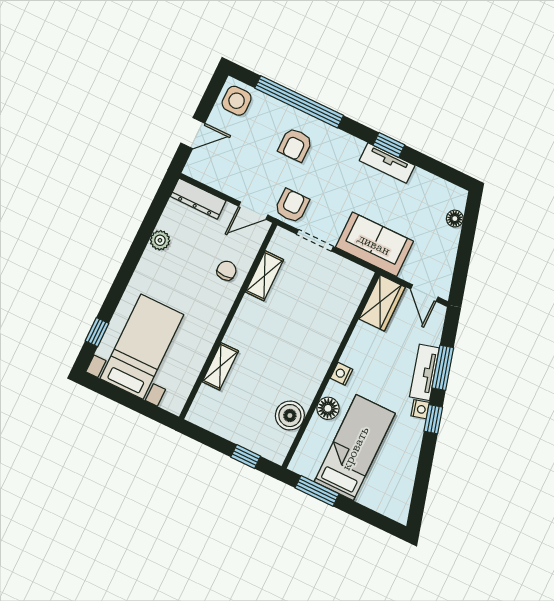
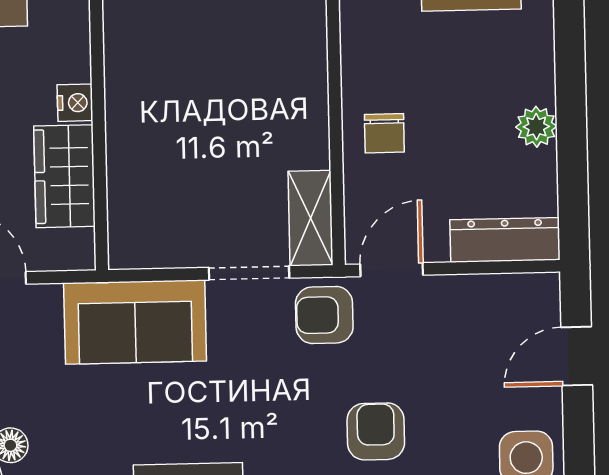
armchair: (292, 206) -> (324, 315), turned 90
shelving: (264, 276) -> (310, 218), moved
wardrobe: (382, 303) -> (65, 176), moved
nightstand: (341, 374) -> (75, 103), moved

